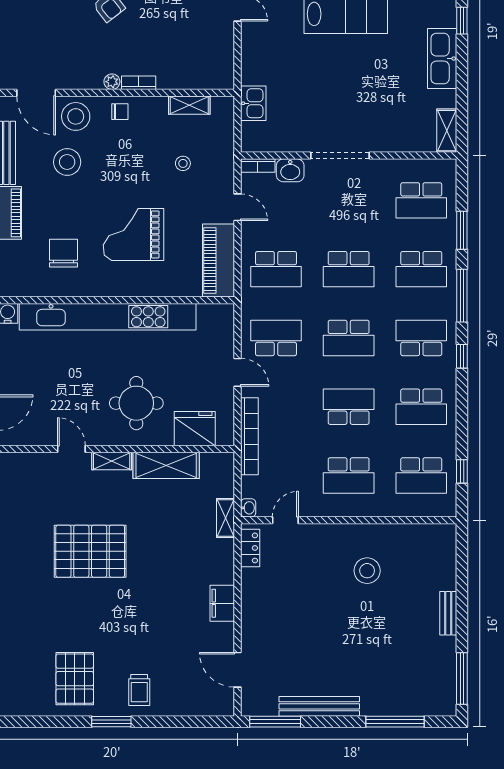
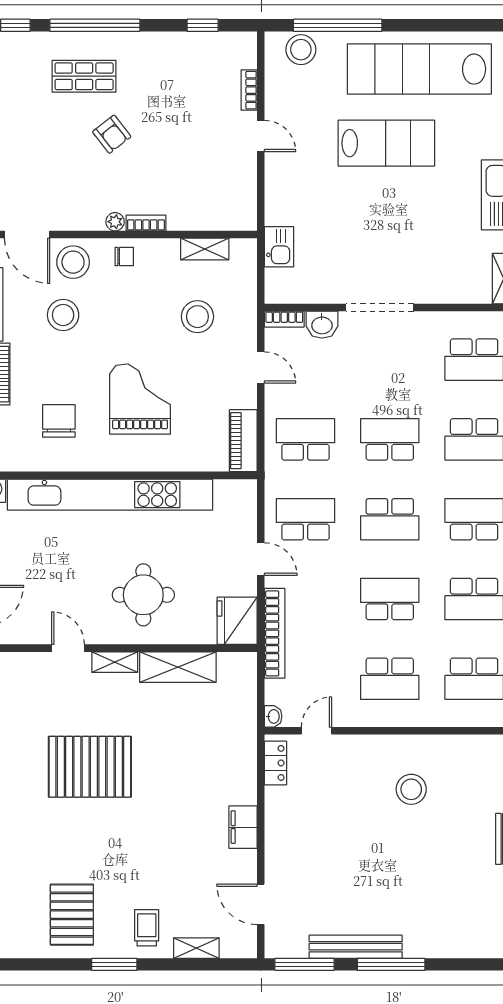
stool: (183, 163) -> (197, 317), width x1.89, depth x1.89
grand piano: (133, 234) -> (140, 399), turned 90
piano: (219, 261) -> (243, 441), width x0.73, depth x0.75
school desk: (276, 269) -> (306, 439), turned 180
school desk: (349, 269) -> (390, 439), turned 180
fridge: (195, 429) -> (237, 621), moved, turned -90
shelving: (226, 518) -> (196, 948), moved, turned 90
trolley: (139, 690) -> (147, 928), turned 180
window: (395, 722) -> (391, 964), moved

